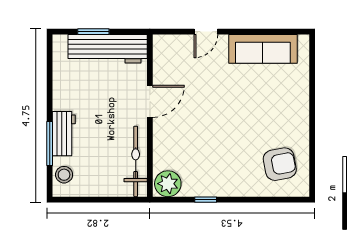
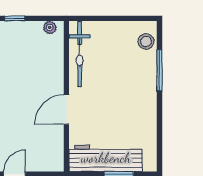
workbench: (64, 134) -> (146, 80), removed
plant: (168, 184) -> (50, 27), width x0.53, depth x0.53

